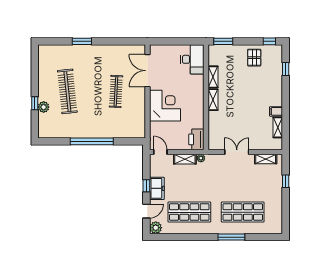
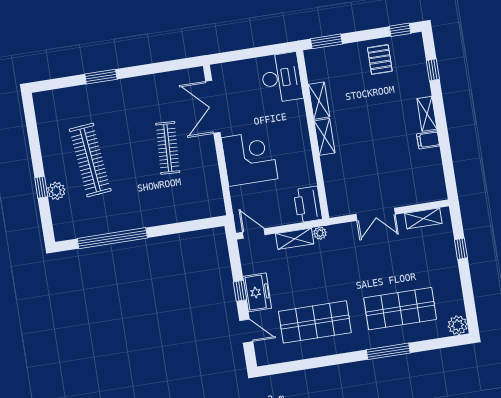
shelving: (278, 127) -> (427, 114), moved
window: (92, 141) -> (112, 238), moved
double door: (237, 152) -> (376, 214), swing flipped
door: (146, 211) -> (246, 331), hinge flipped
plant: (156, 228) -> (458, 325), moved

